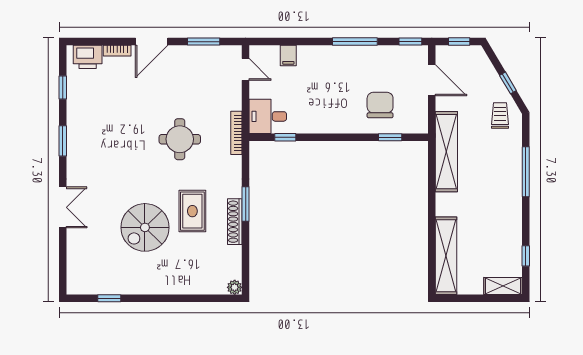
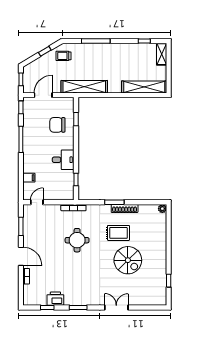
printer: (88, 57) -> (55, 299), moved, turned -90
desk: (268, 116) -> (63, 160), moved, turned -90

